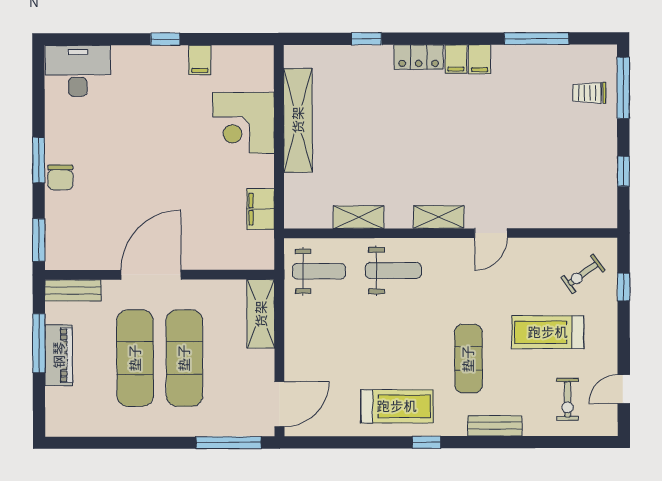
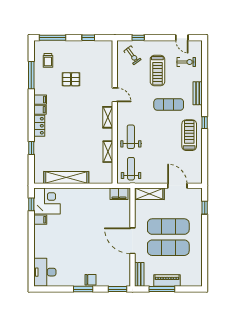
window: (165, 39) -> (31, 204), moved
trolley: (589, 93) -> (48, 60), moved
corner desk: (243, 123) -> (47, 201), moved, turned -90
pallet: (527, 131) -> (71, 79), added
filing cabinet: (261, 209) -> (119, 194), moved
door: (279, 404) -> (177, 186), moved
window: (229, 443) -> (205, 208), width x0.46

